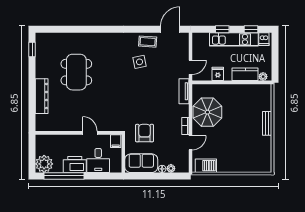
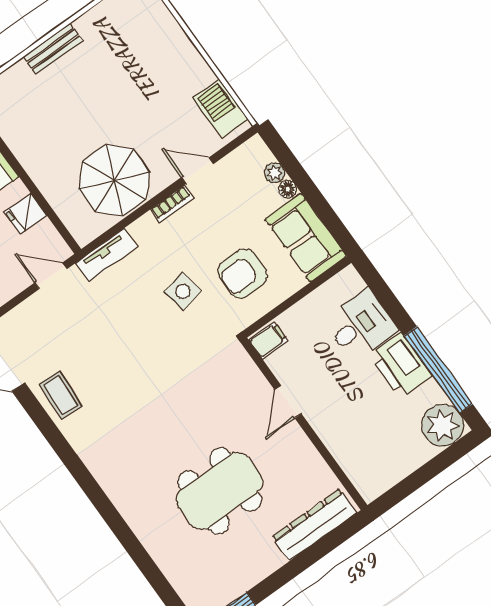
side table: (139, 62) -> (183, 291), moved
wall: (78, 133) -> (304, 424), moved
door: (90, 133) -> (288, 402), moved
filing cabinet: (116, 141) -> (268, 340), moved

